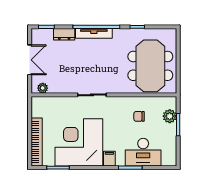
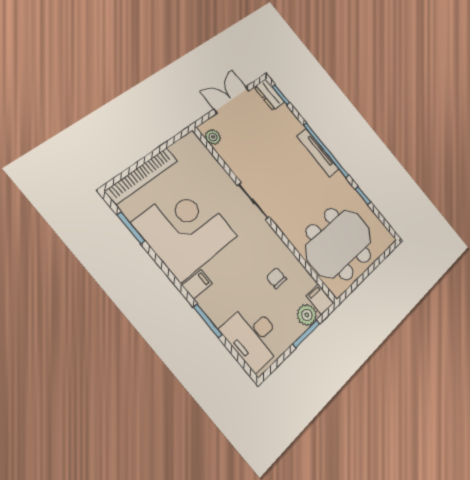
dresser: (64, 34) -> (269, 95), moved
double door: (30, 60) -> (232, 100), swing flipped
filing cabinet: (168, 102) -> (320, 299), added
desk: (143, 152) -> (253, 336), moved

